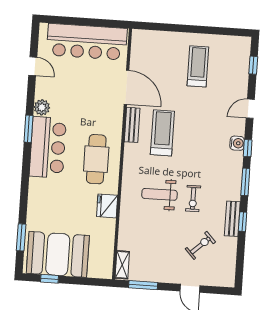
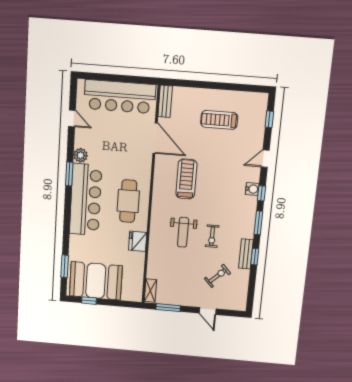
treadmill: (198, 66) -> (219, 120), turned -90
bench: (132, 125) -> (165, 101), moved
bar counter: (48, 147) -> (86, 200), width x1.36
weight bench: (160, 194) -> (183, 232), turned -90

